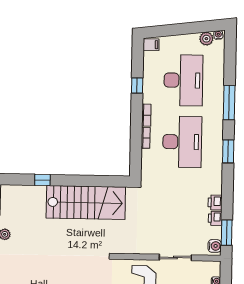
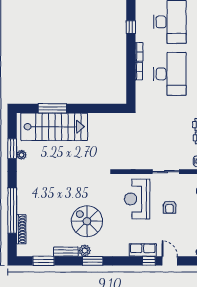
window: (42, 180) -> (52, 108), width x2.17
stairs: (86, 203) -> (54, 127), moved

